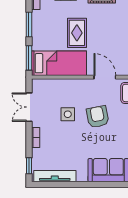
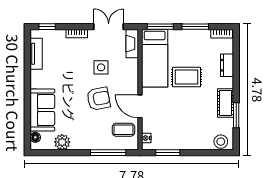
door: (105, 77) -> (140, 106), swing flipped
fireplace: (45, 85) -> (132, 44), added
tv unit: (55, 176) -> (36, 54), width x0.71

